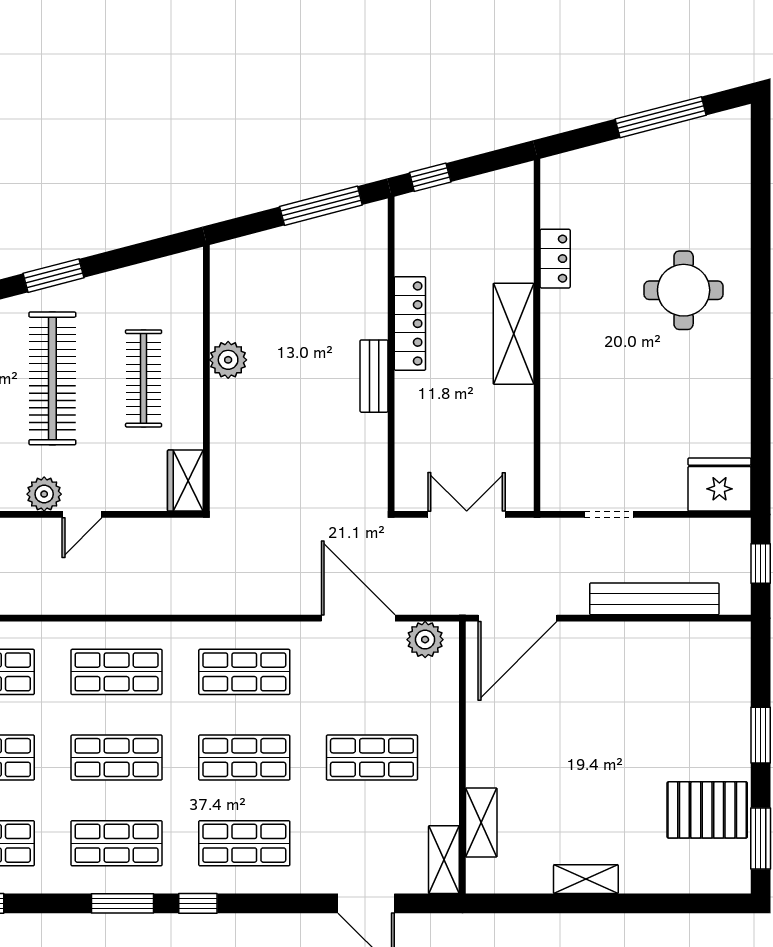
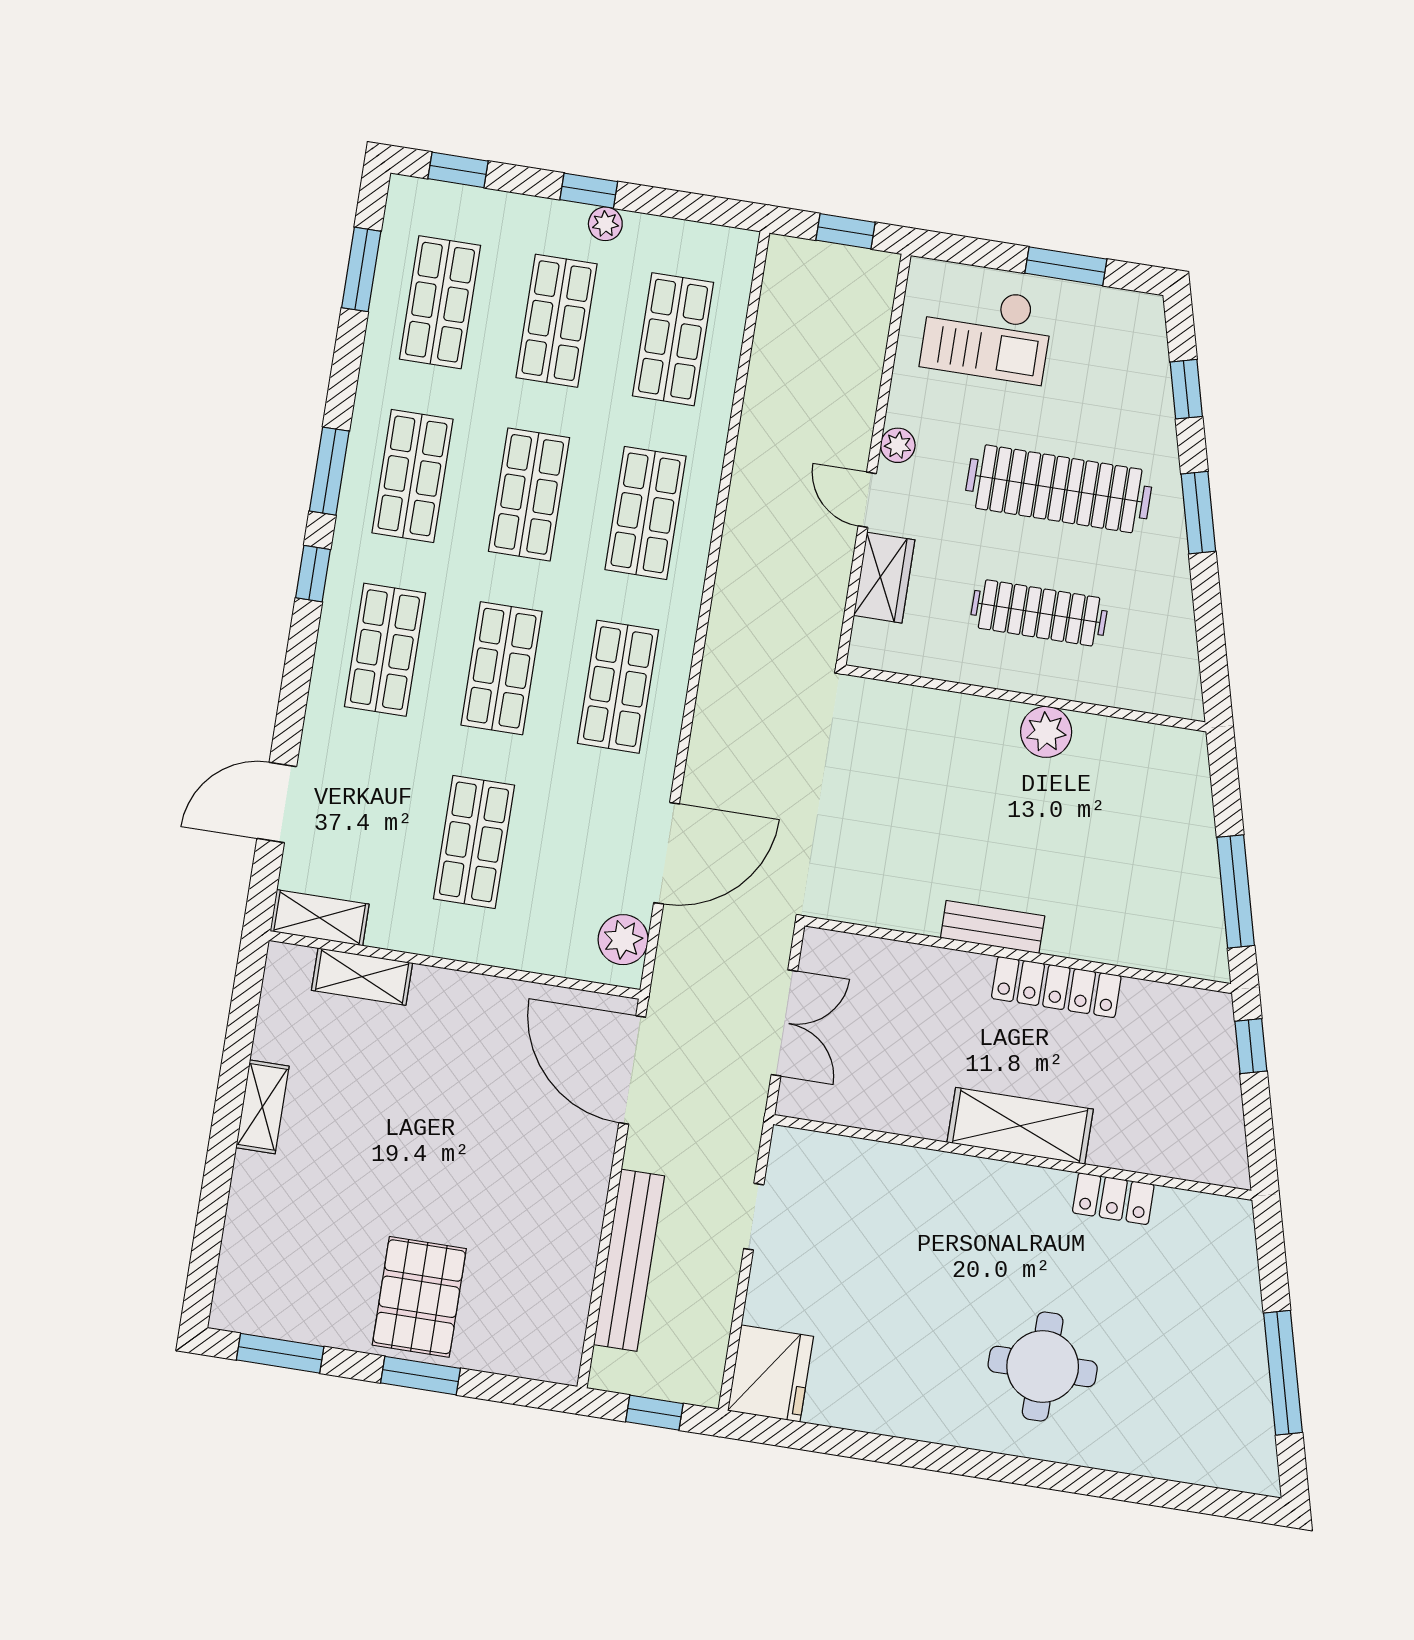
wardrobe: (185, 481) -> (884, 578), moved, turned 90
plant: (44, 494) -> (898, 445), width x0.73, depth x0.73
pallet: (707, 810) -> (419, 1297), moved

